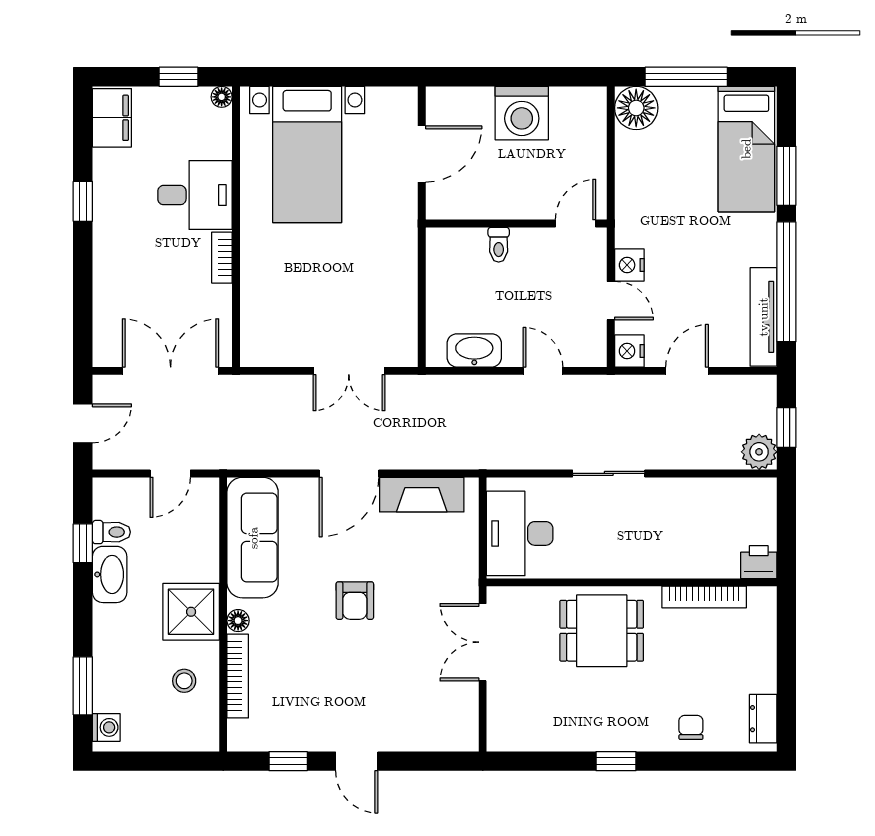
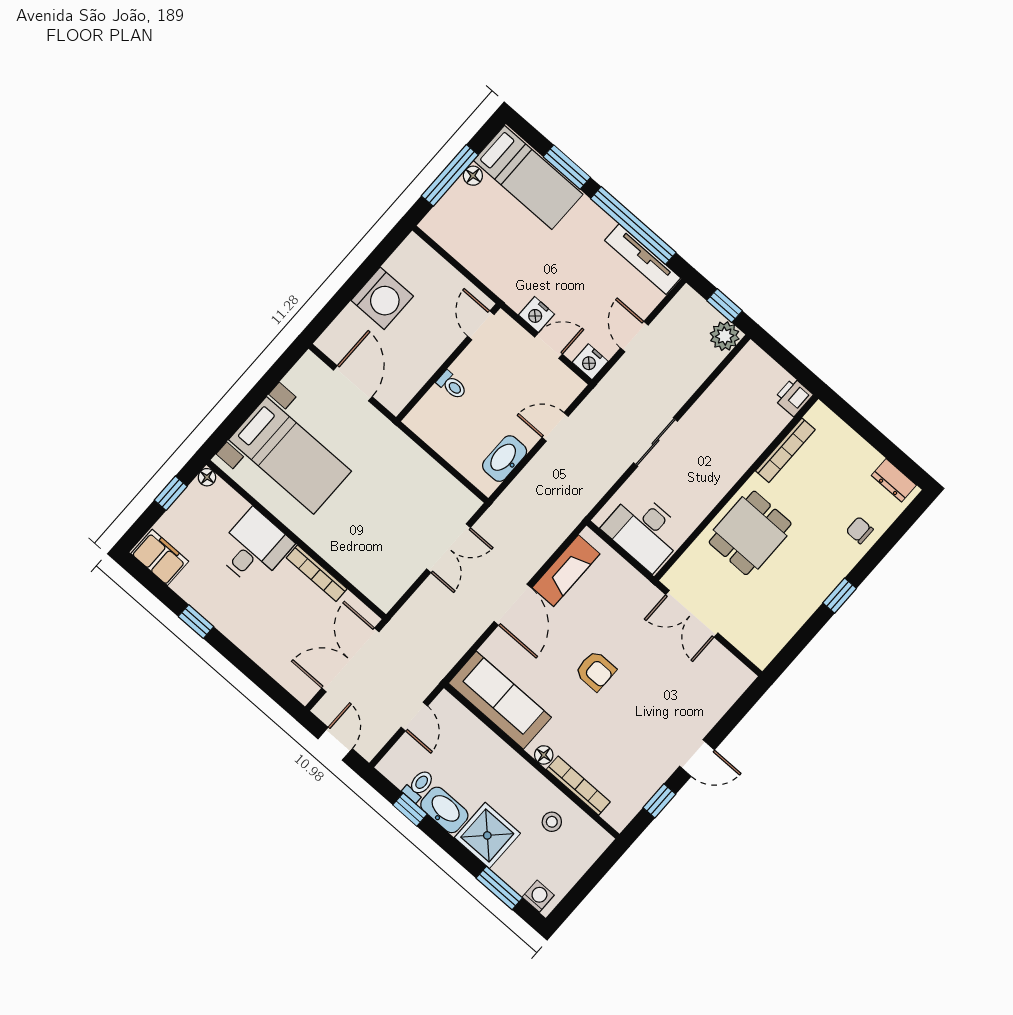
floor lamp: (636, 108) -> (473, 176), moved, width x0.53, depth x0.53
bookcase: (222, 258) -> (317, 573), width x1.56
shower: (191, 612) -> (487, 835), moved

